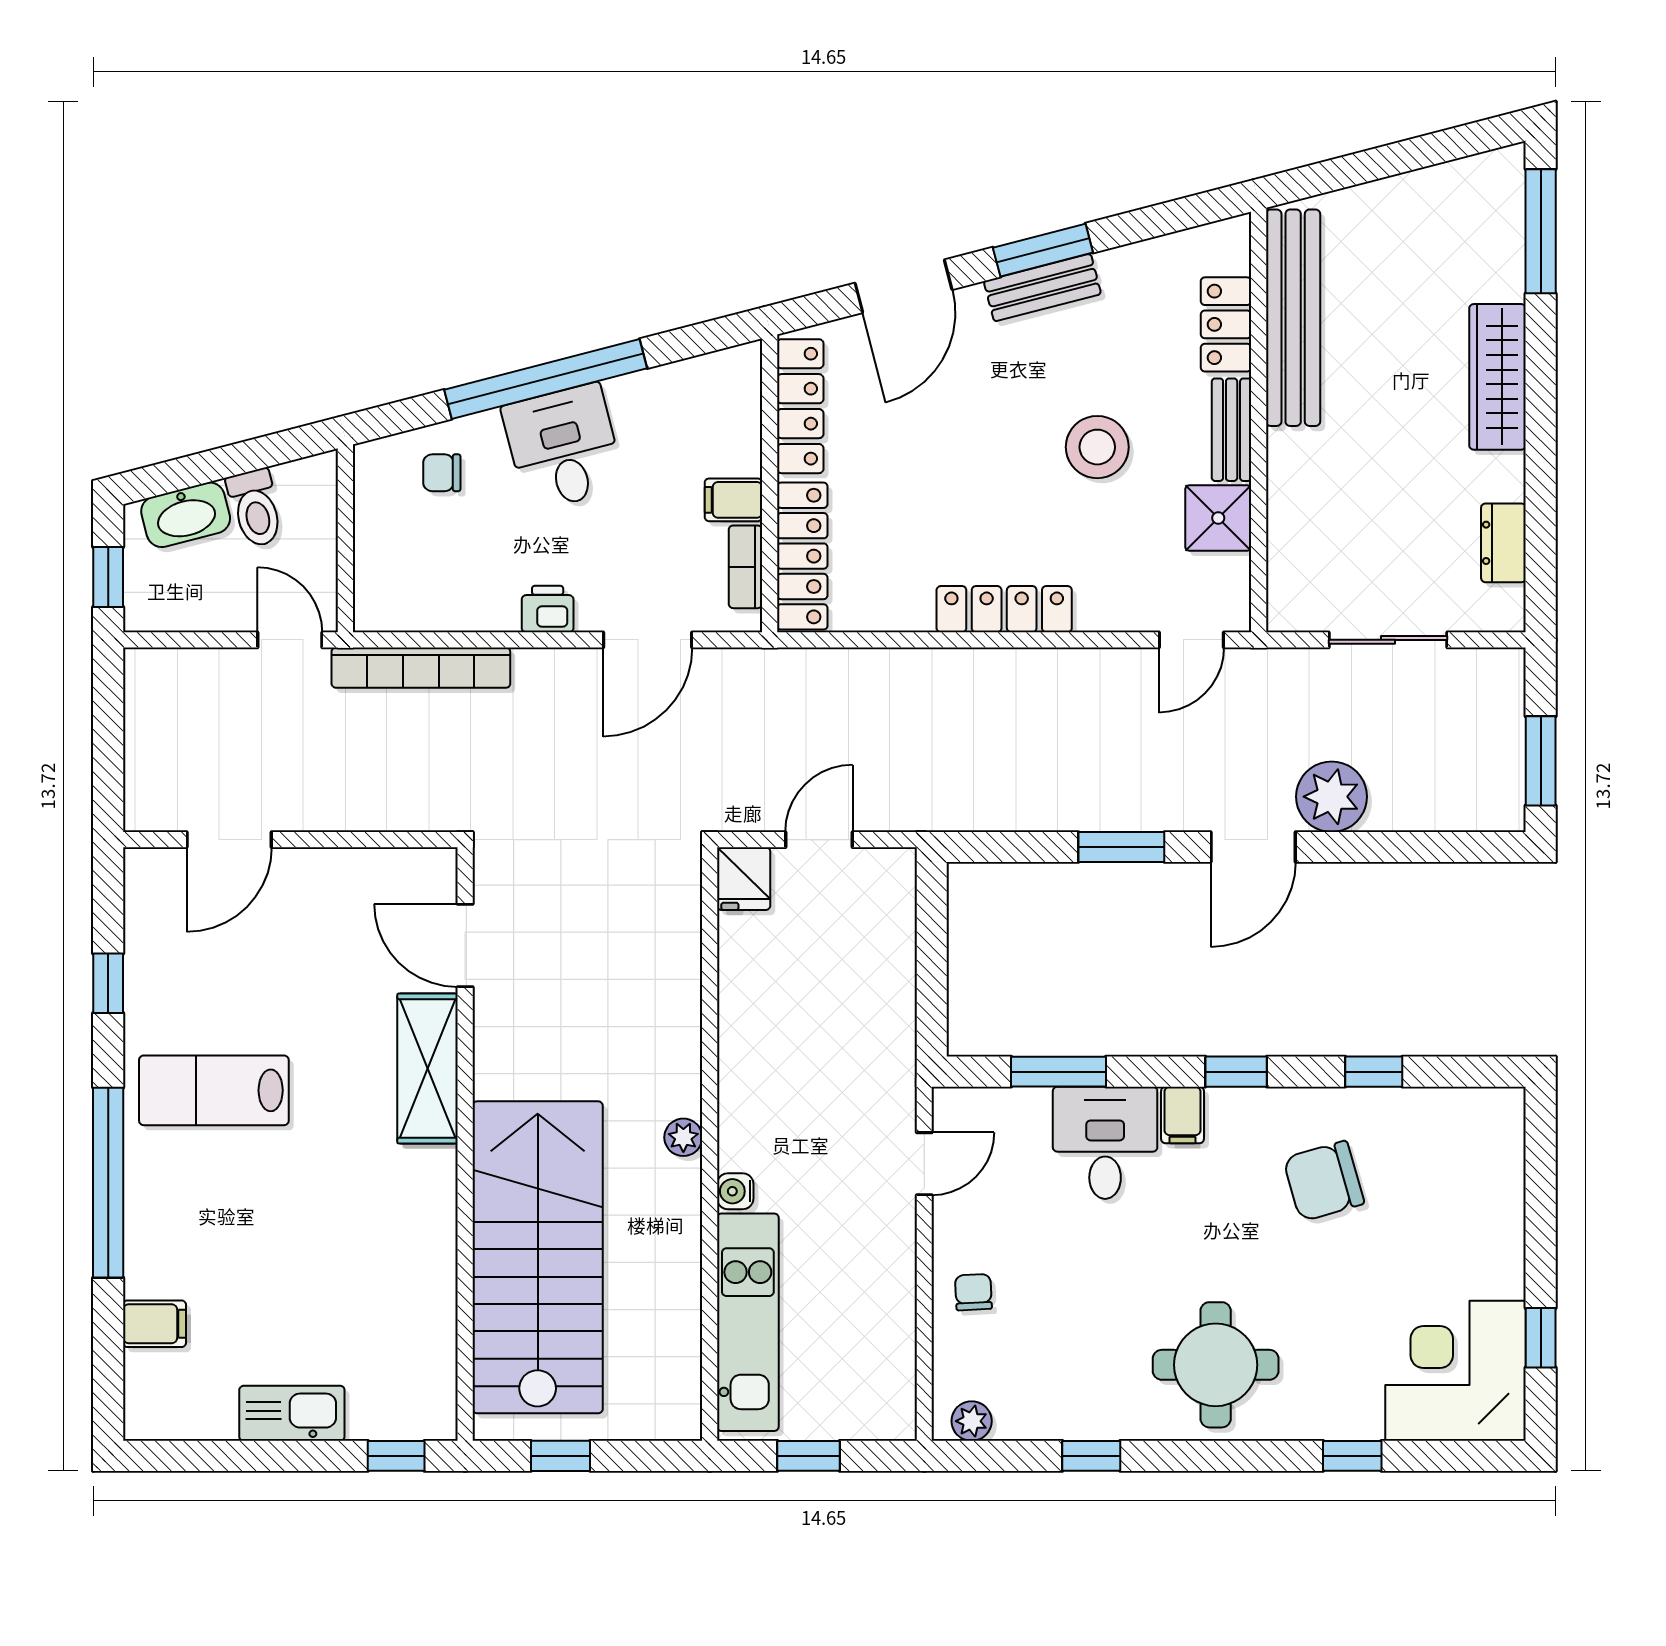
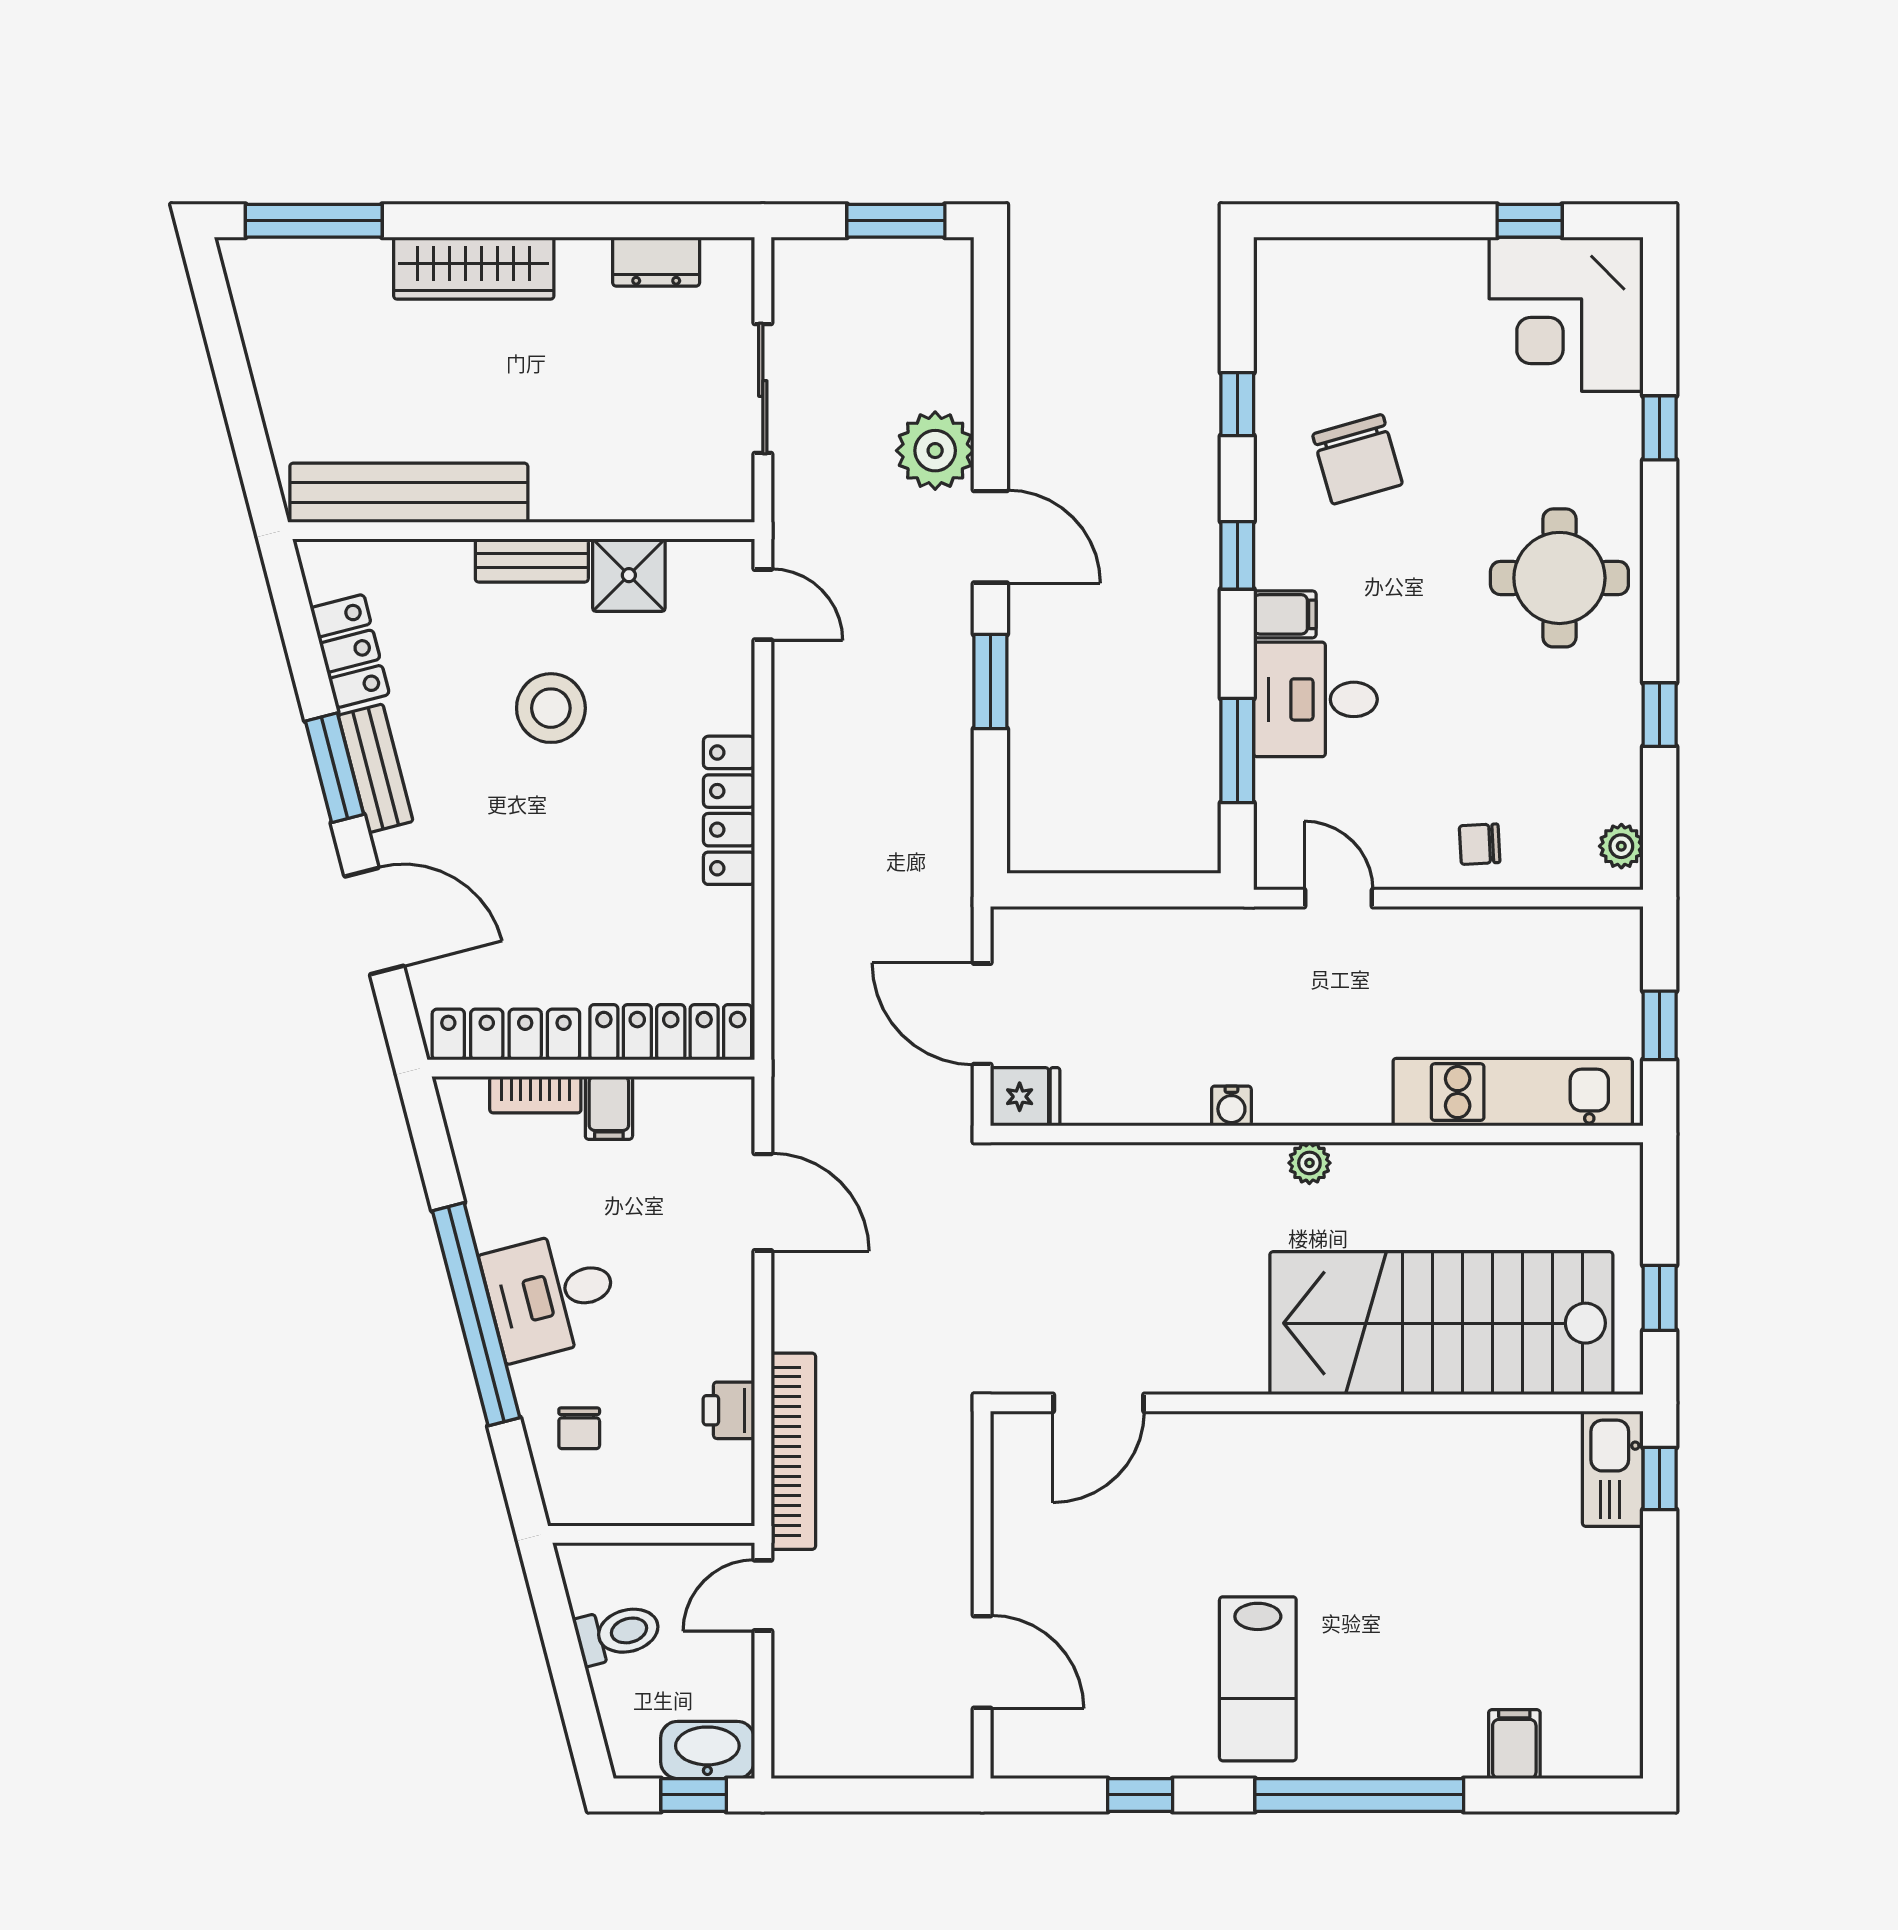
locker: (1226, 324) -> (350, 651), moved, turned -105
washbasin: (186, 515) -> (707, 1750), moved, turned -75
bookcase: (745, 567) -> (535, 1095), moved
printer: (548, 609) -> (729, 1410), moved
door: (819, 840) -> (982, 1014), width x1.37
shelving: (428, 1068) -> (1234, 1444), removed
water cooler: (735, 1191) -> (1231, 1106), moved
kitchen sink: (292, 1413) -> (1613, 1469), moved

